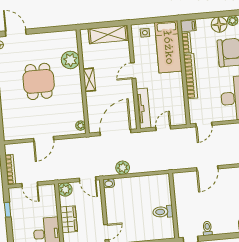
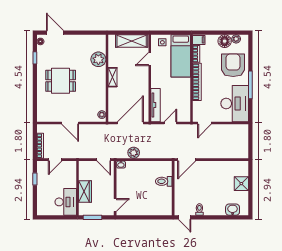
door: (133, 71) -> (150, 59), moved
dining table: (39, 81) -> (61, 81), moved, turned 90
door: (44, 139) -> (70, 123), hinge flipped
door: (207, 168) -> (187, 160), moved
door: (30, 184) -> (55, 160), hinge flipped
plant: (65, 189) -> (84, 166), removed
toilet: (163, 212) -> (164, 181), moved

